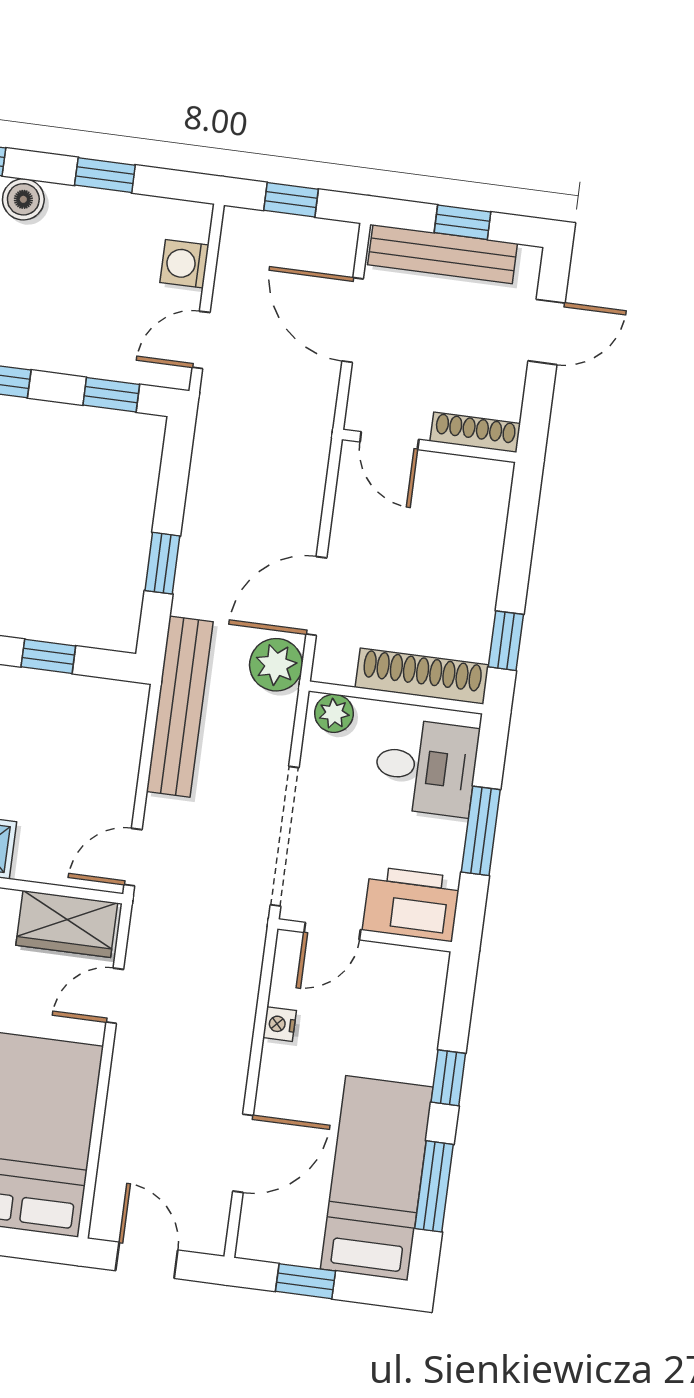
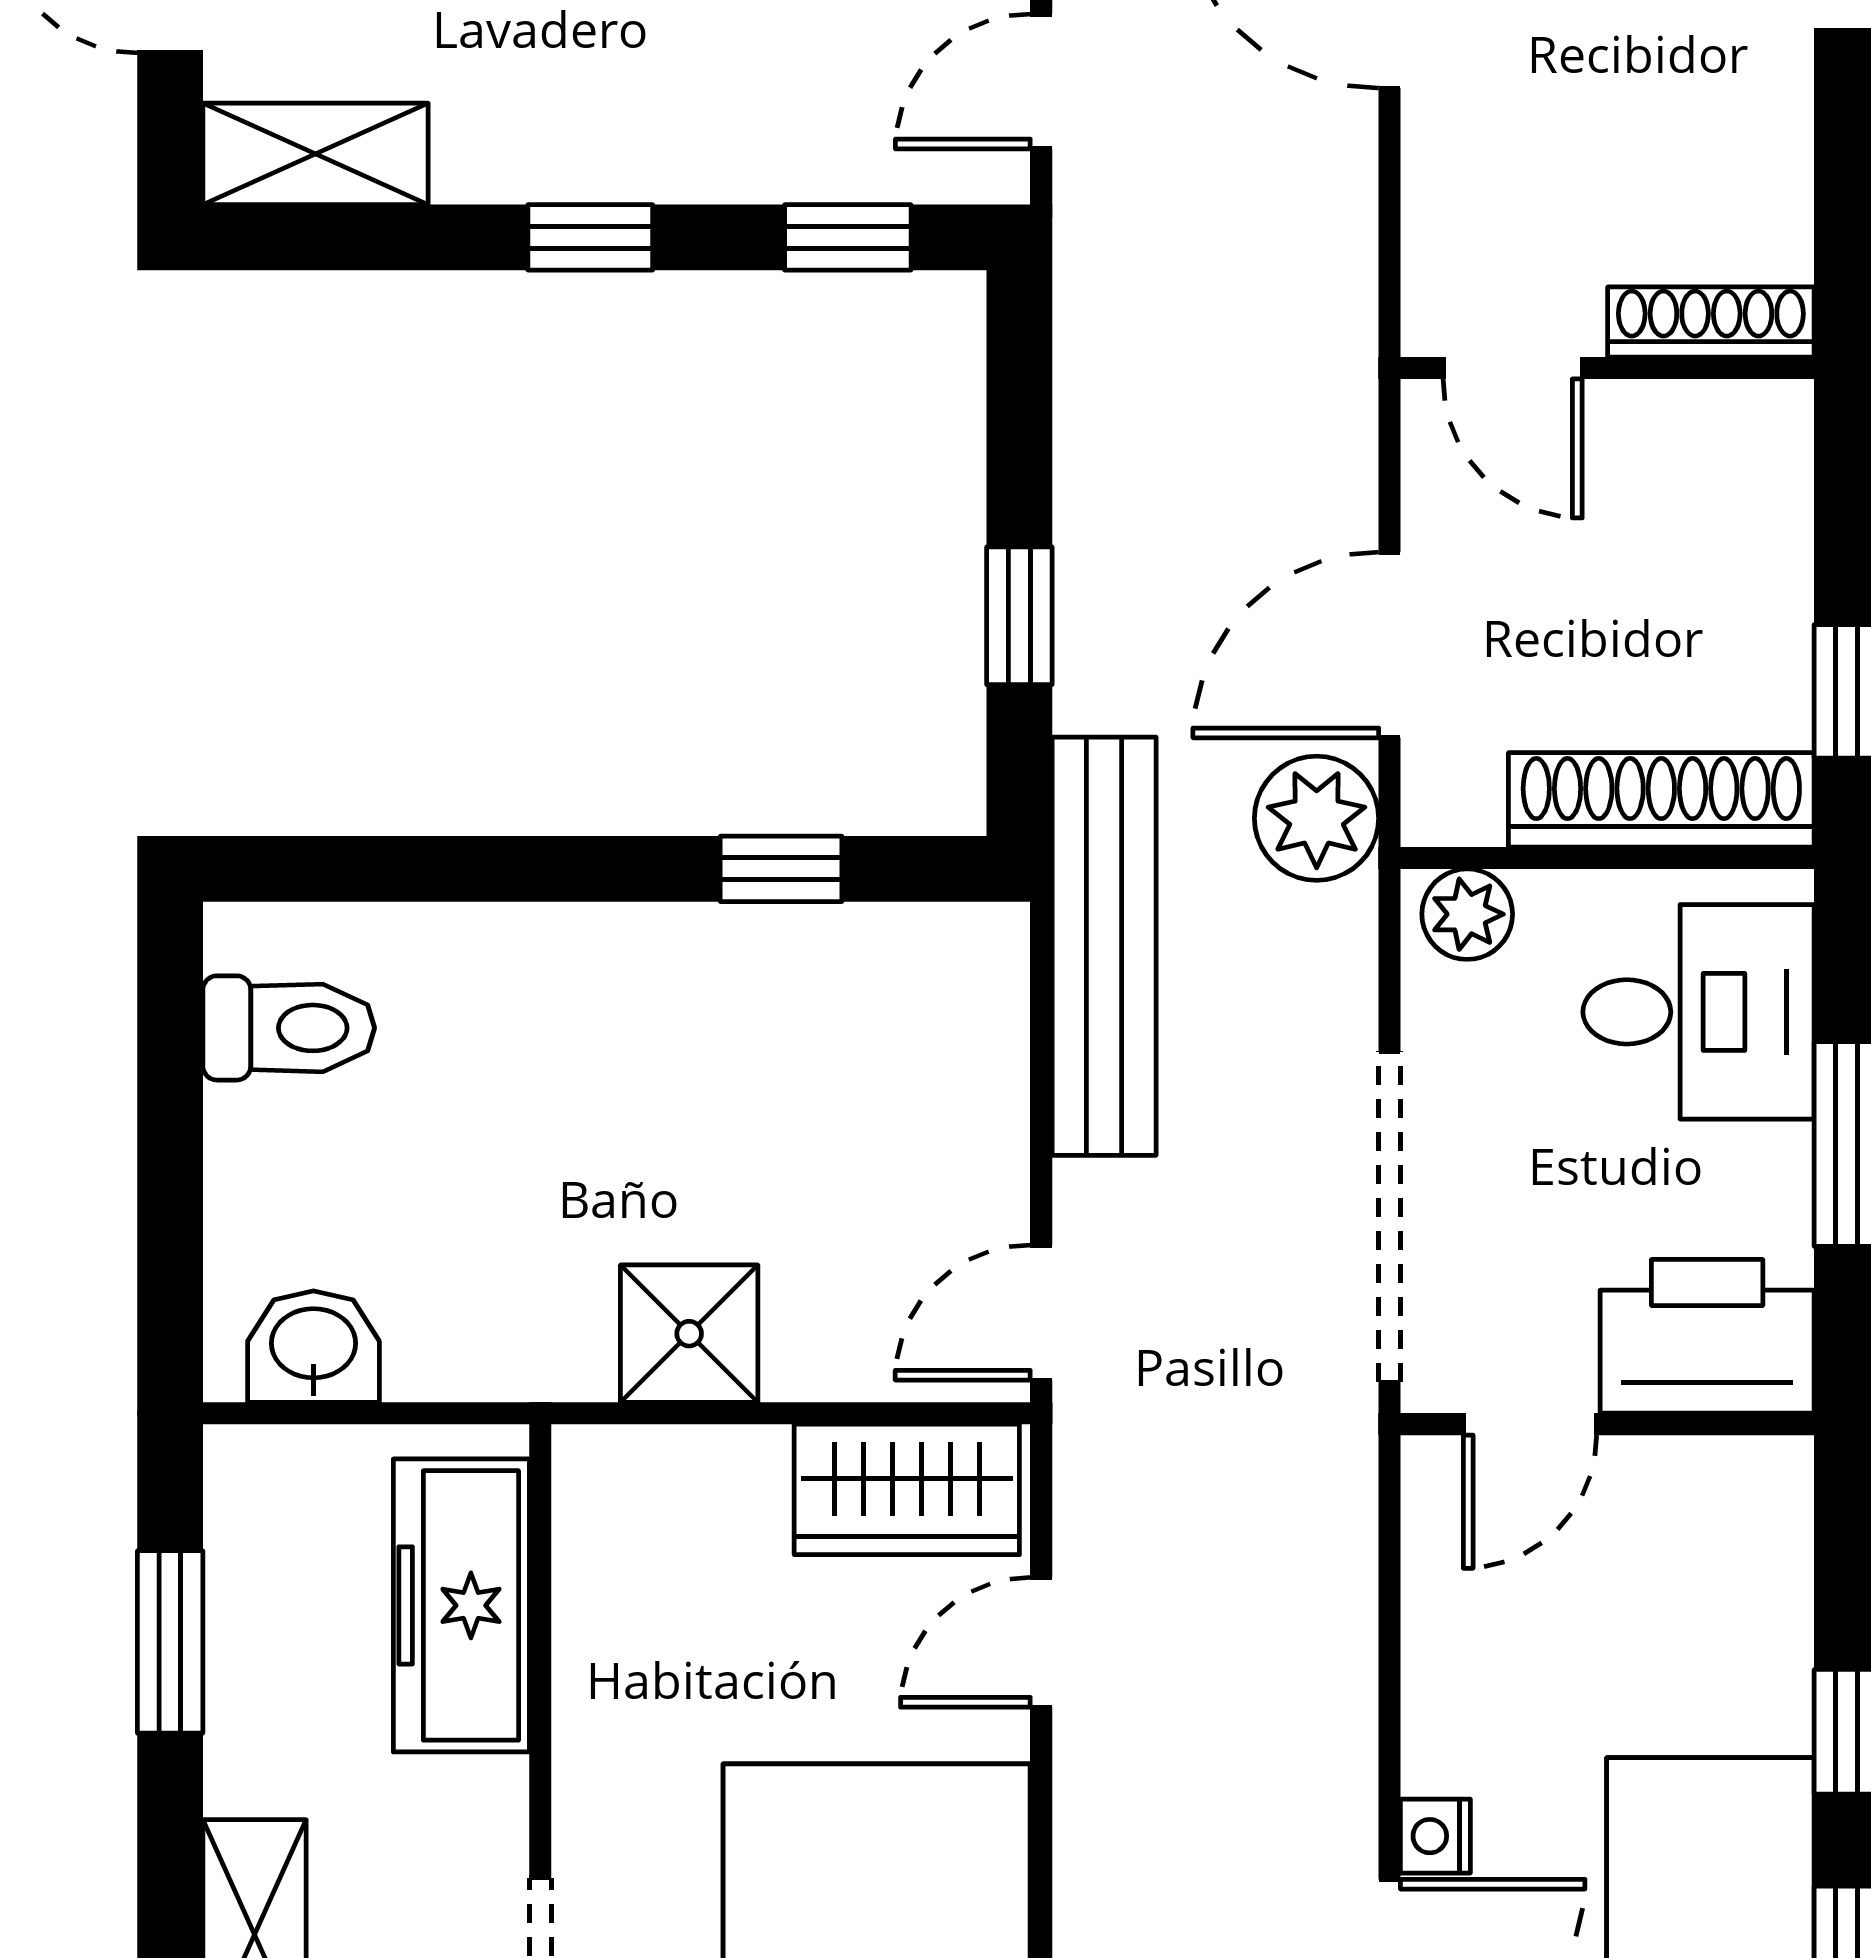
shoe rack: (475, 432) -> (1711, 322), moved
door: (389, 441) -> (1513, 368), moved
wall: (429, 446) -> (1607, 368), moved
nightstand: (280, 1024) -> (1435, 1836), moved

